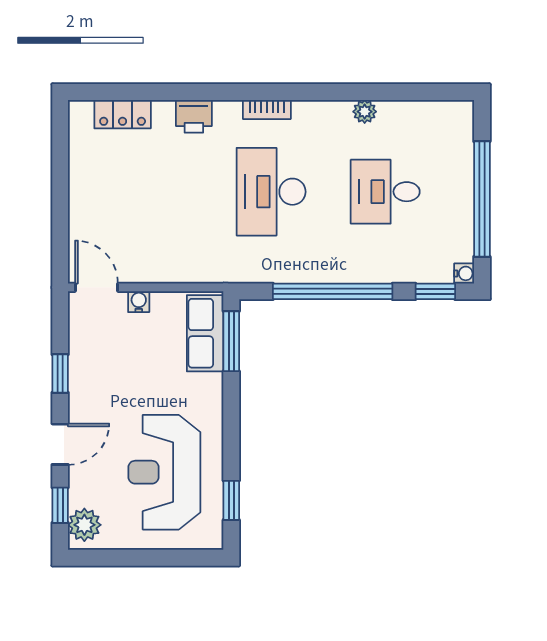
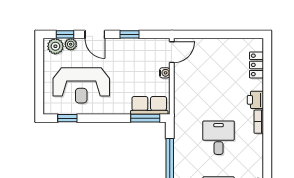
bookcase: (267, 109) -> (259, 122), moved
desk: (271, 192) -> (219, 138), width x0.73
reception desk: (164, 472) -> (81, 85), turned 180
plant: (80, 494) -> (71, 44), added

